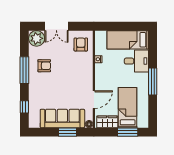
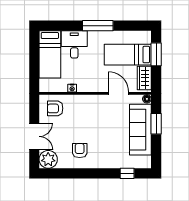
window: (24, 70) -> (85, 173), removed

